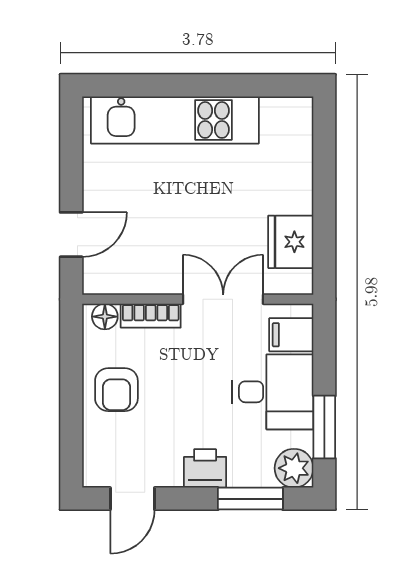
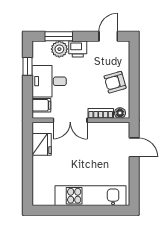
door: (71, 235) -> (134, 147), swing flipped
armchair: (116, 390) -> (115, 82), turned -106
window: (324, 427) -> (28, 66), width x0.67
plant: (294, 468) -> (59, 49), moved

